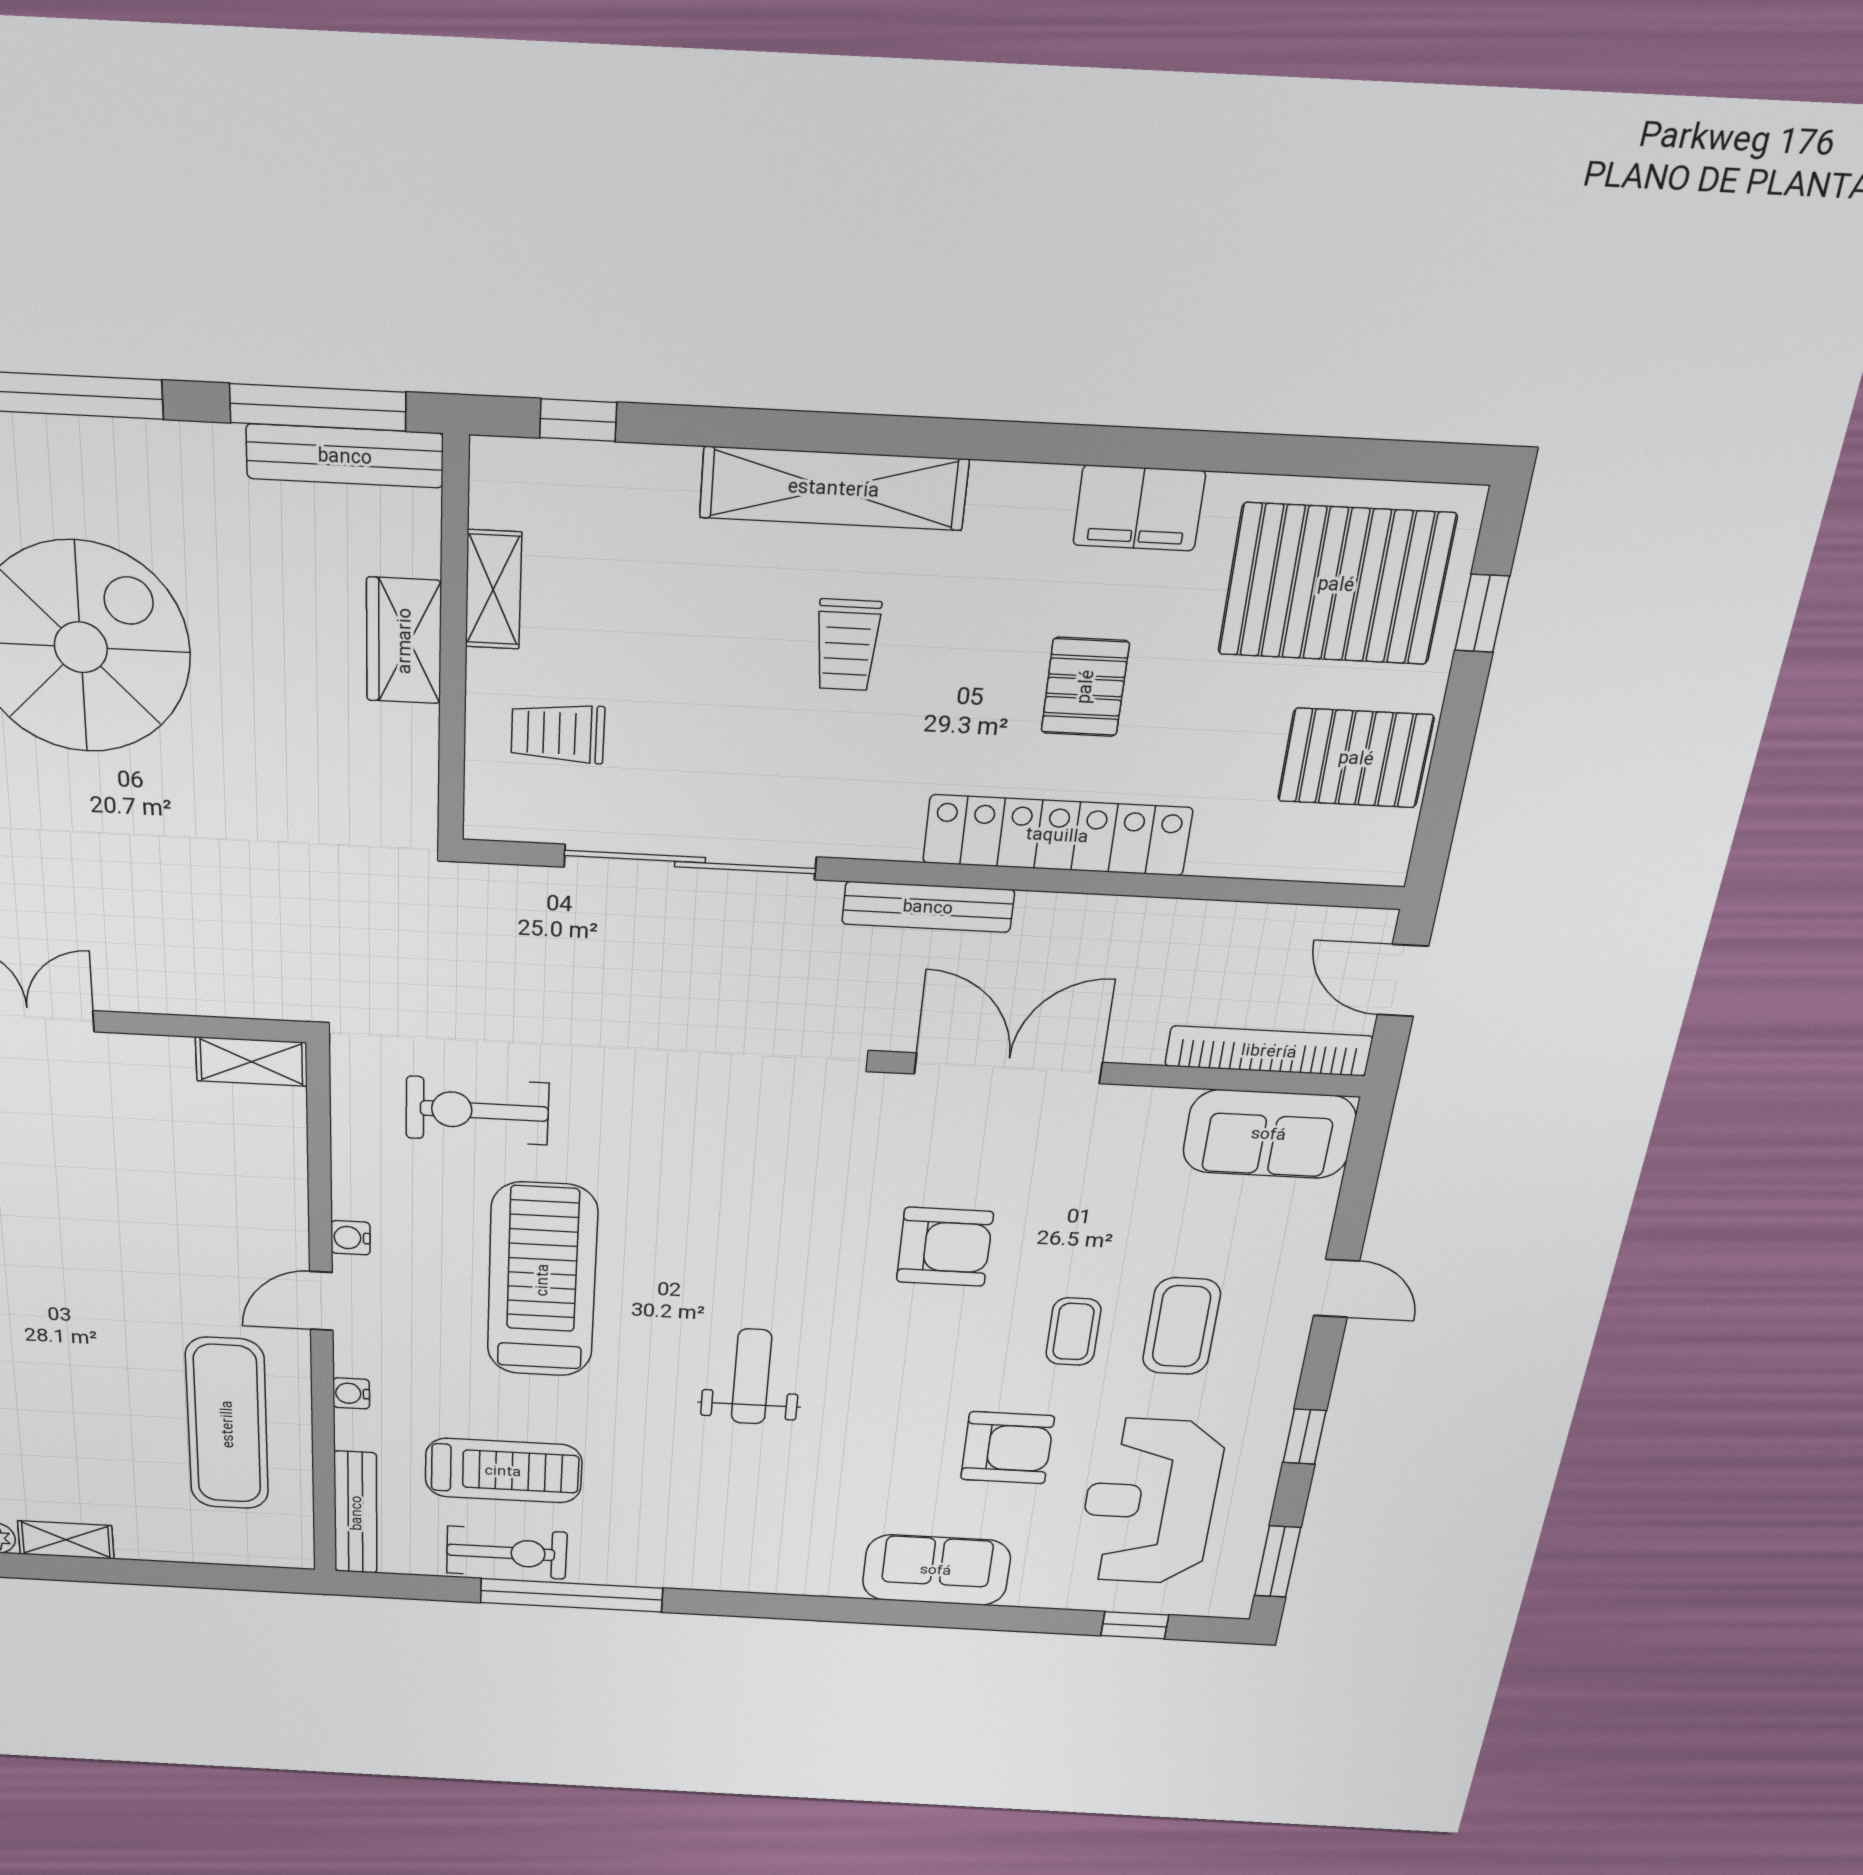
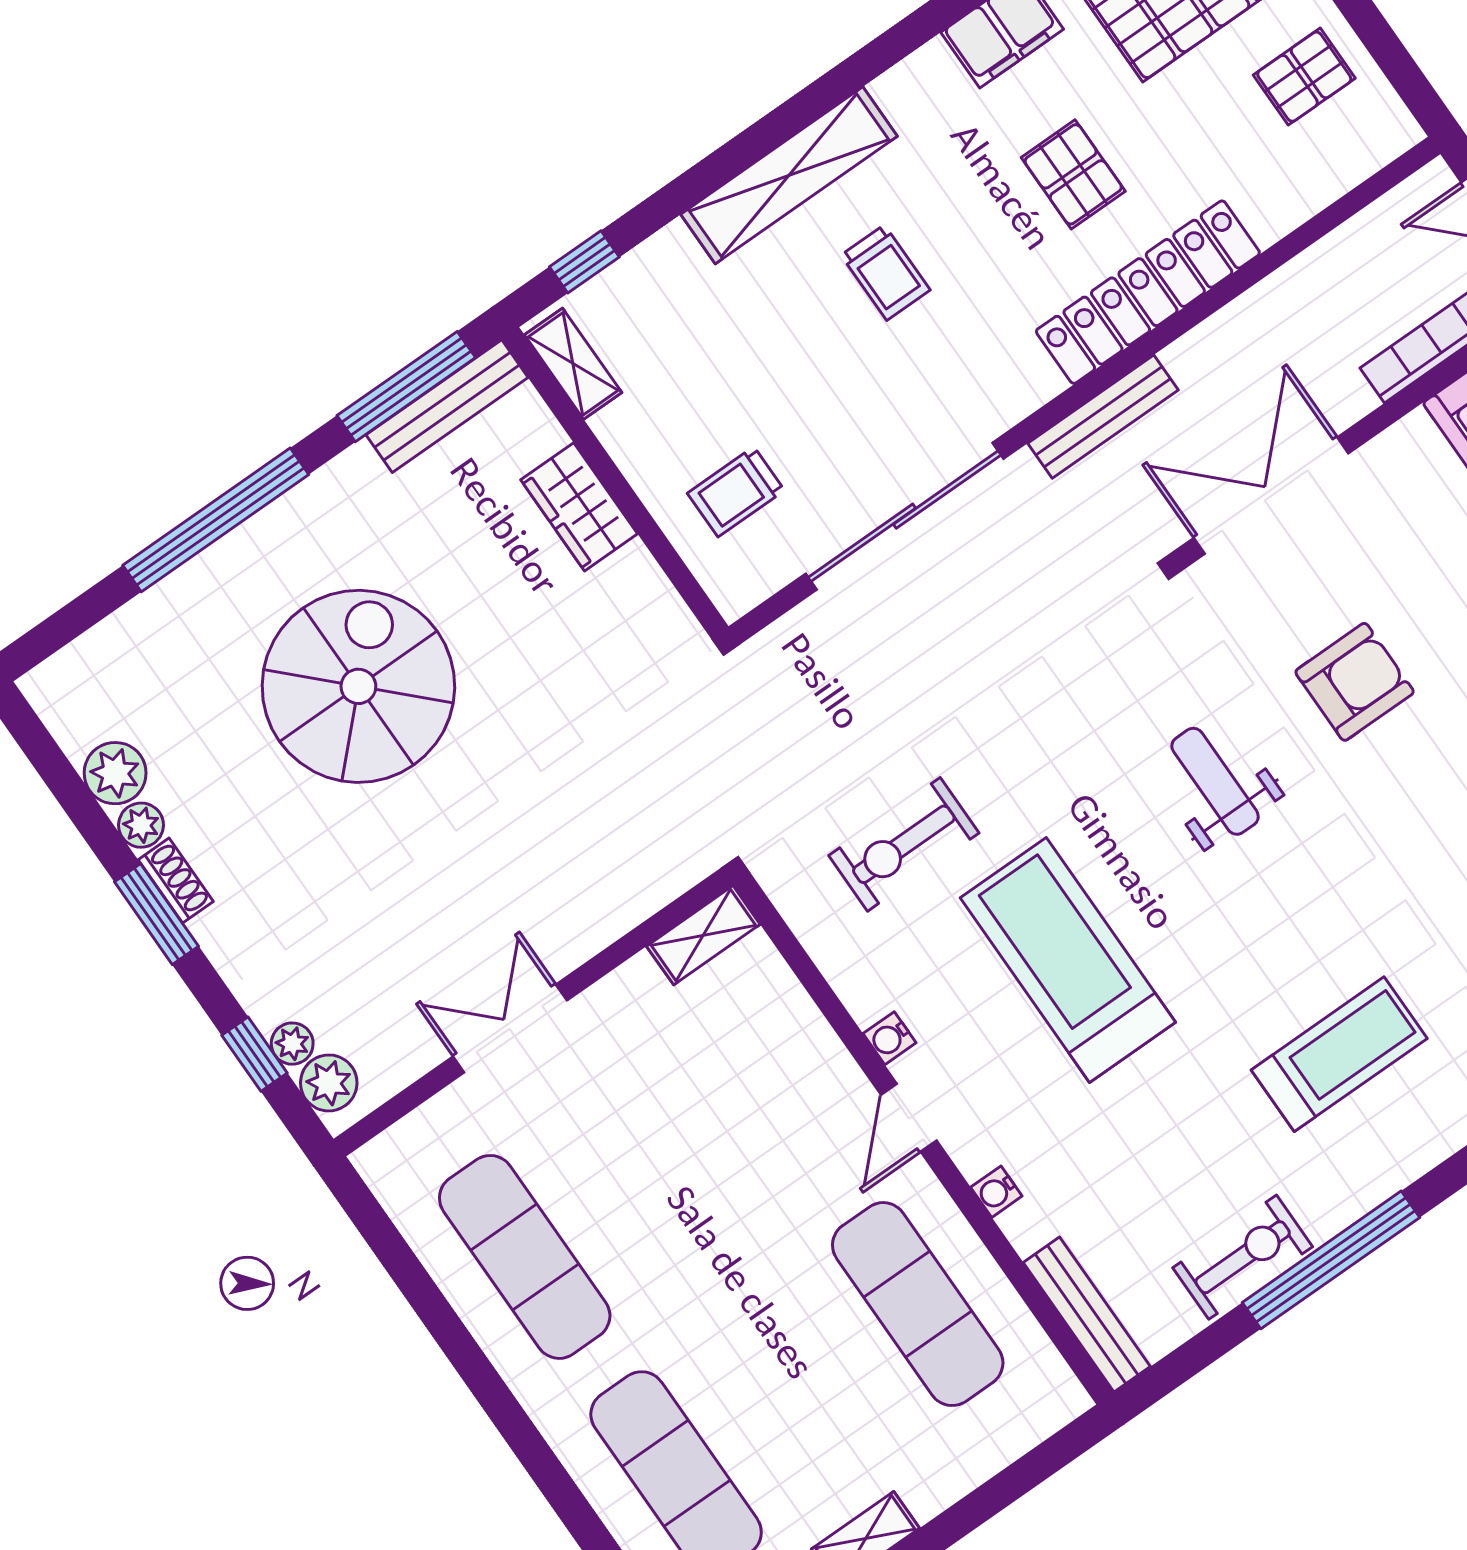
shelving: (493, 590) -> (573, 364), moved
pallet: (1356, 758) -> (1304, 77), width x0.67, depth x0.71
weight bench: (752, 1377) -> (1215, 781), moved
treadmill: (503, 1471) -> (1339, 1054), moved

